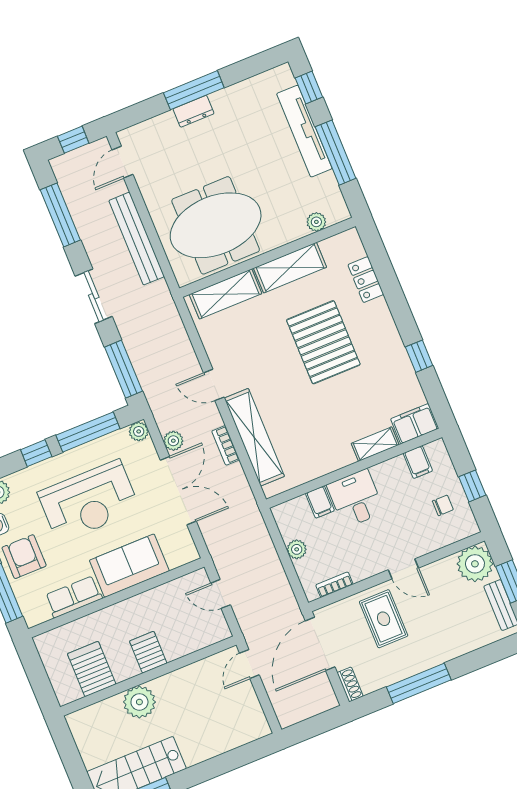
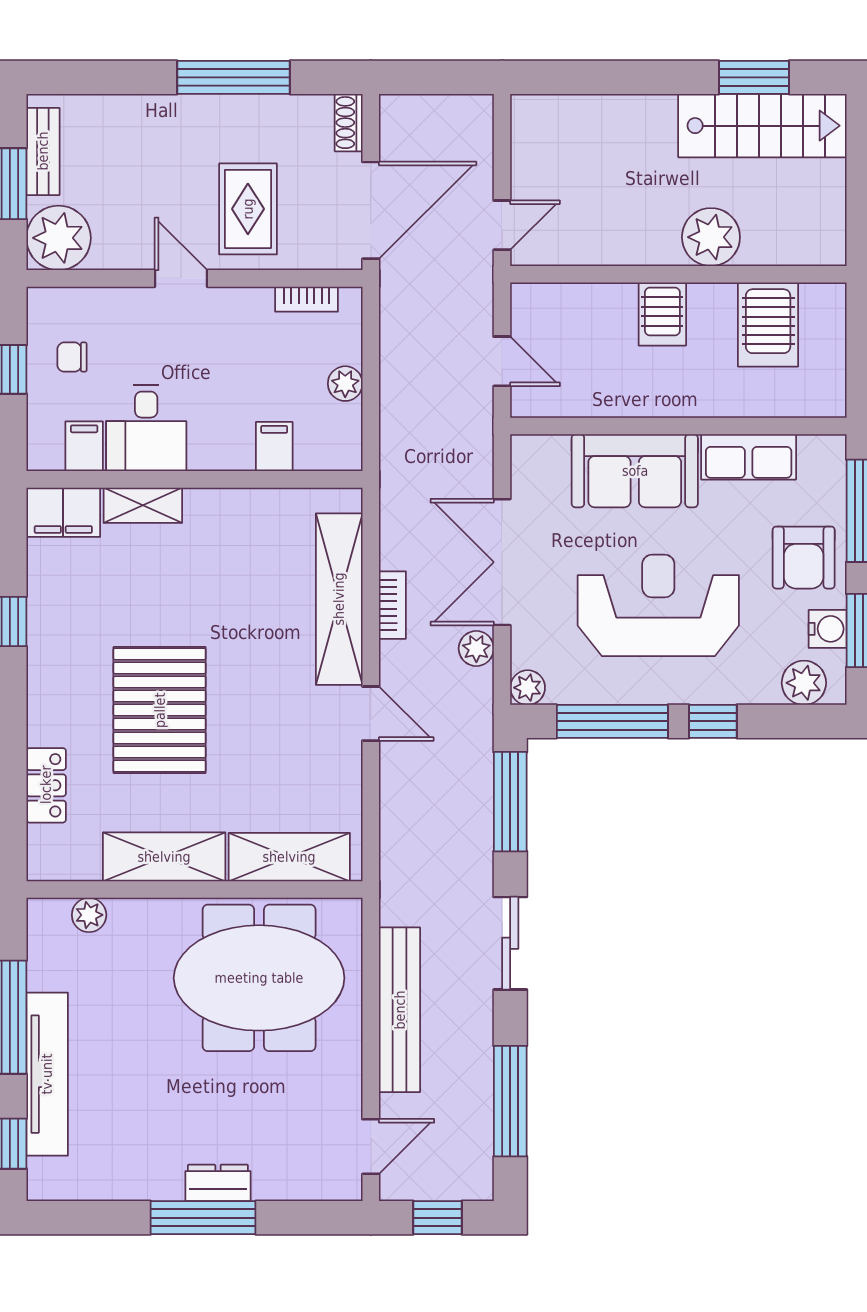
desk: (356, 499) -> (146, 428), moved

